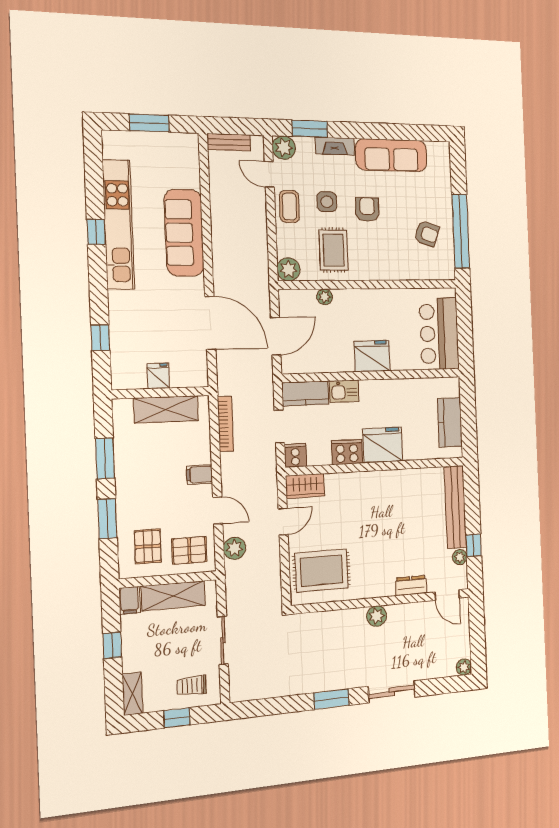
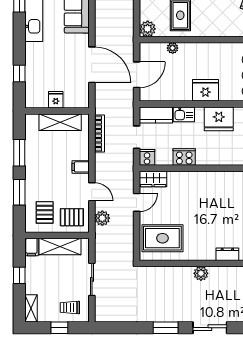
fridge: (383, 445) -> (219, 119), moved, turned 180

